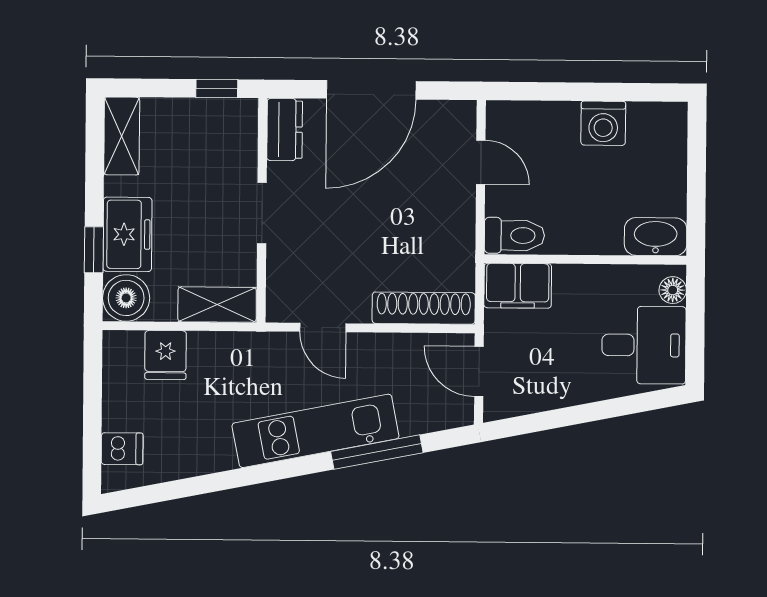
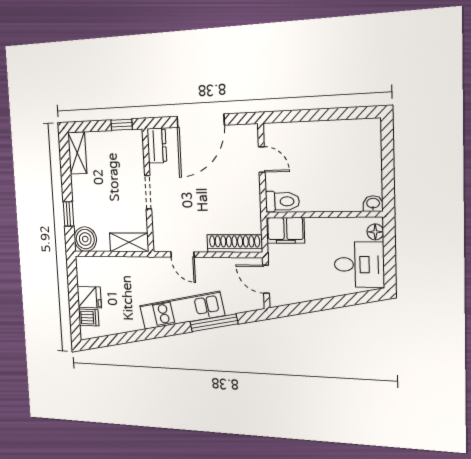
washing machine: (603, 123) -> (331, 133), removed
freezer: (127, 234) -> (84, 205), removed
washbasin: (656, 237) -> (373, 204), width x0.52, depth x0.69
fridge: (166, 355) -> (89, 297), moved, turned -90

